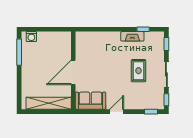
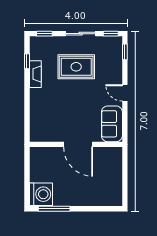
washing machine: (31, 37) -> (41, 194), width x1.89, depth x1.89
rug: (138, 71) -> (76, 67), width x1.36, depth x1.43
shelving: (49, 103) -> (115, 174), removed

